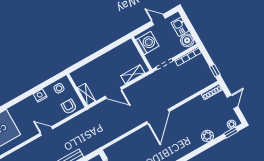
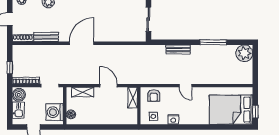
boiler: (132, 49) -> (71, 114), added
window: (215, 70) -> (10, 68), moved
bench: (192, 104) -> (46, 37), added

